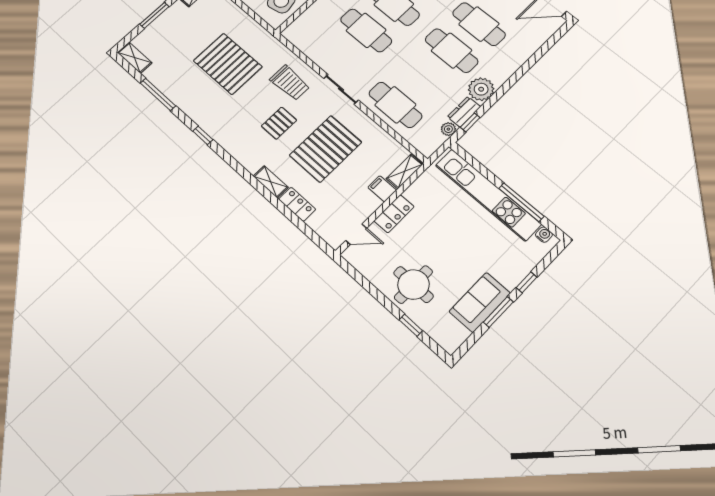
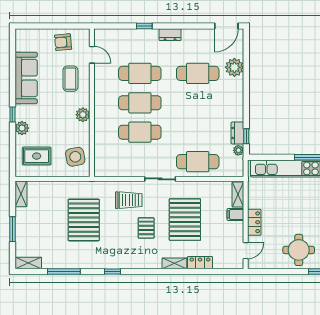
cafe table: (452, 51) -> (198, 103), removed
pallet: (228, 64) -> (84, 220), turned 90
plant: (481, 89) -> (234, 67), moved

